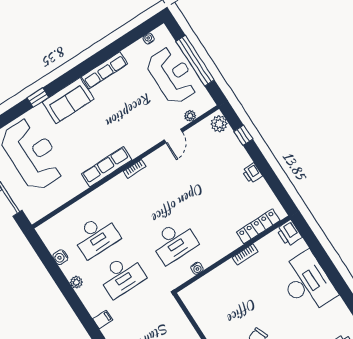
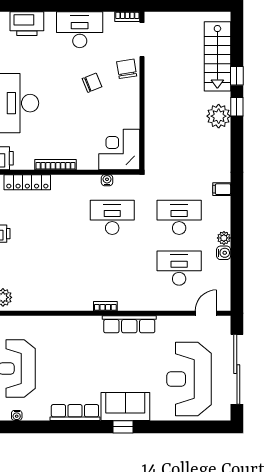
window: (38, 98) -> (123, 427), moved
plant: (190, 116) -> (24, 322), removed
door: (173, 136) -> (206, 313), moved
bookcase: (245, 254) -> (56, 165), width x1.56
water cooler: (60, 257) -> (224, 253), moved
corner desk: (203, 299) -> (119, 149), added

